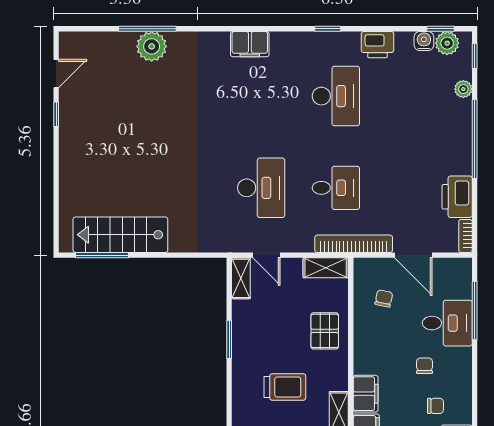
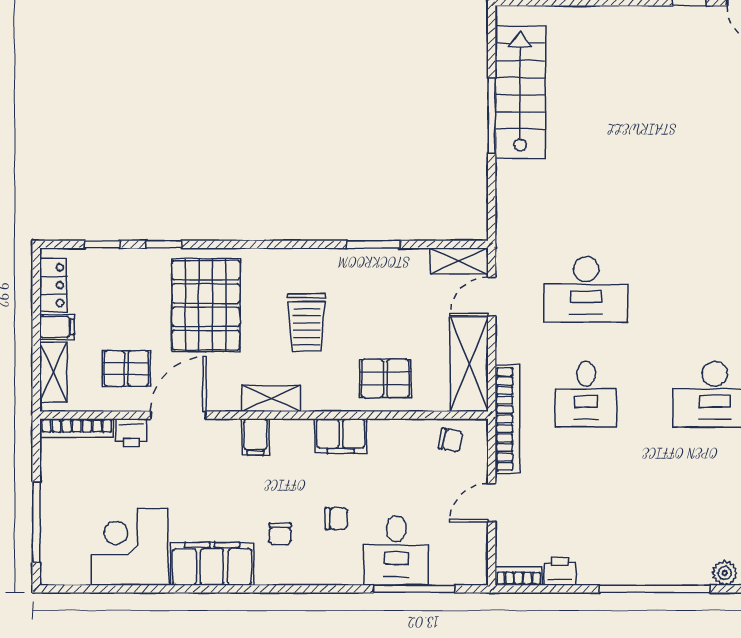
printer: (457, 197) -> (560, 571), width x0.53, depth x0.68
window: (102, 255) -> (492, 115), moved
door: (413, 255) -> (492, 503), width x0.73
shelving: (326, 268) -> (469, 364), width x1.50, depth x1.33
chair: (384, 298) -> (451, 440), moved
filing cabinet: (366, 394) -> (341, 436), moved

